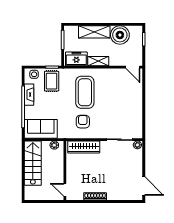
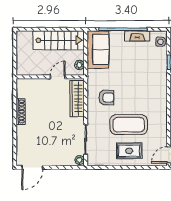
rug: (52, 81) -> (129, 151), moved
coffee table: (85, 92) -> (129, 125), moved
door: (65, 190) -> (58, 77), moved

